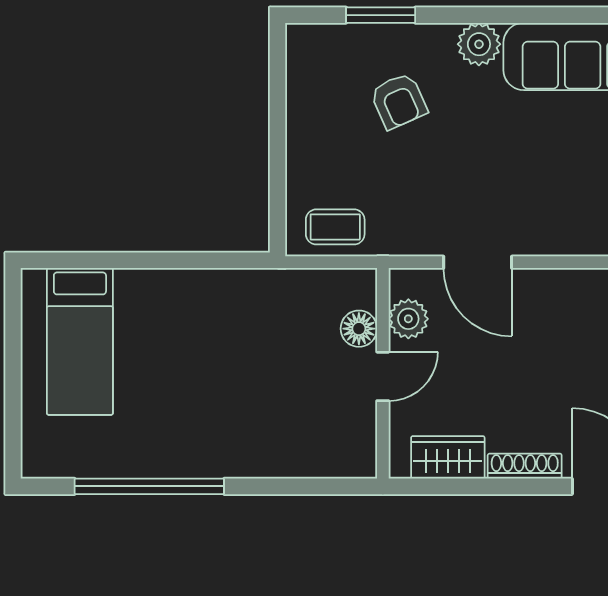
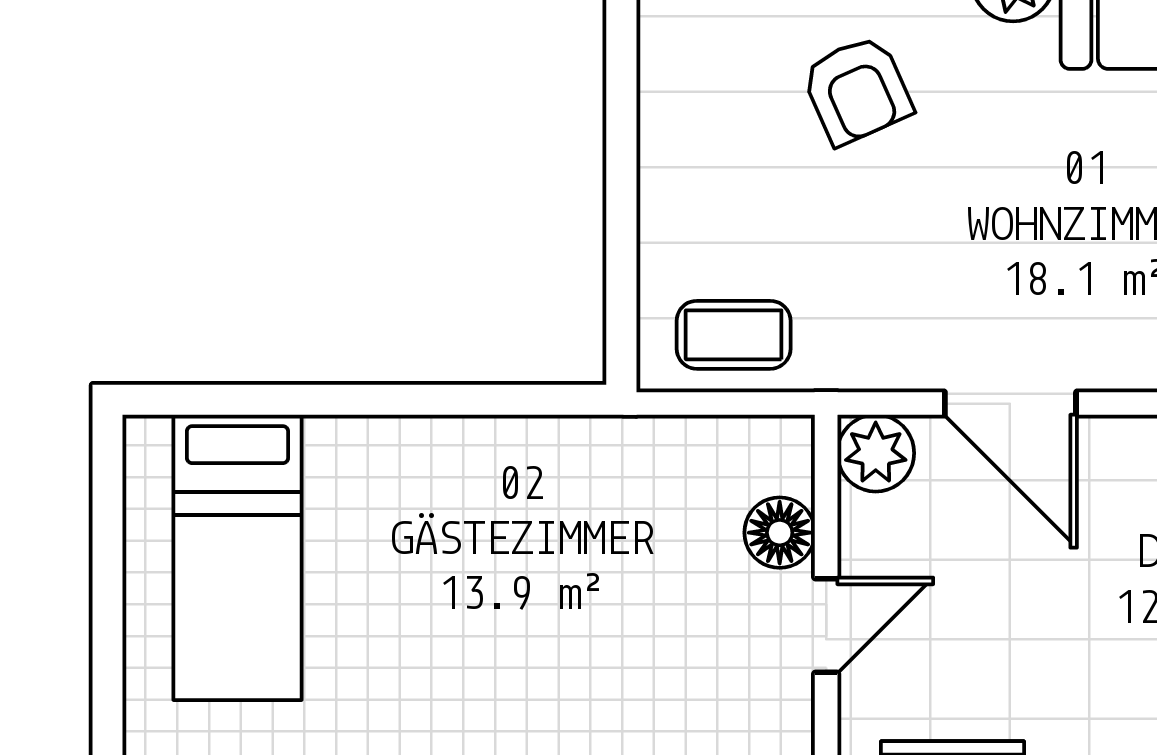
plant: (408, 319) -> (876, 453), moved

